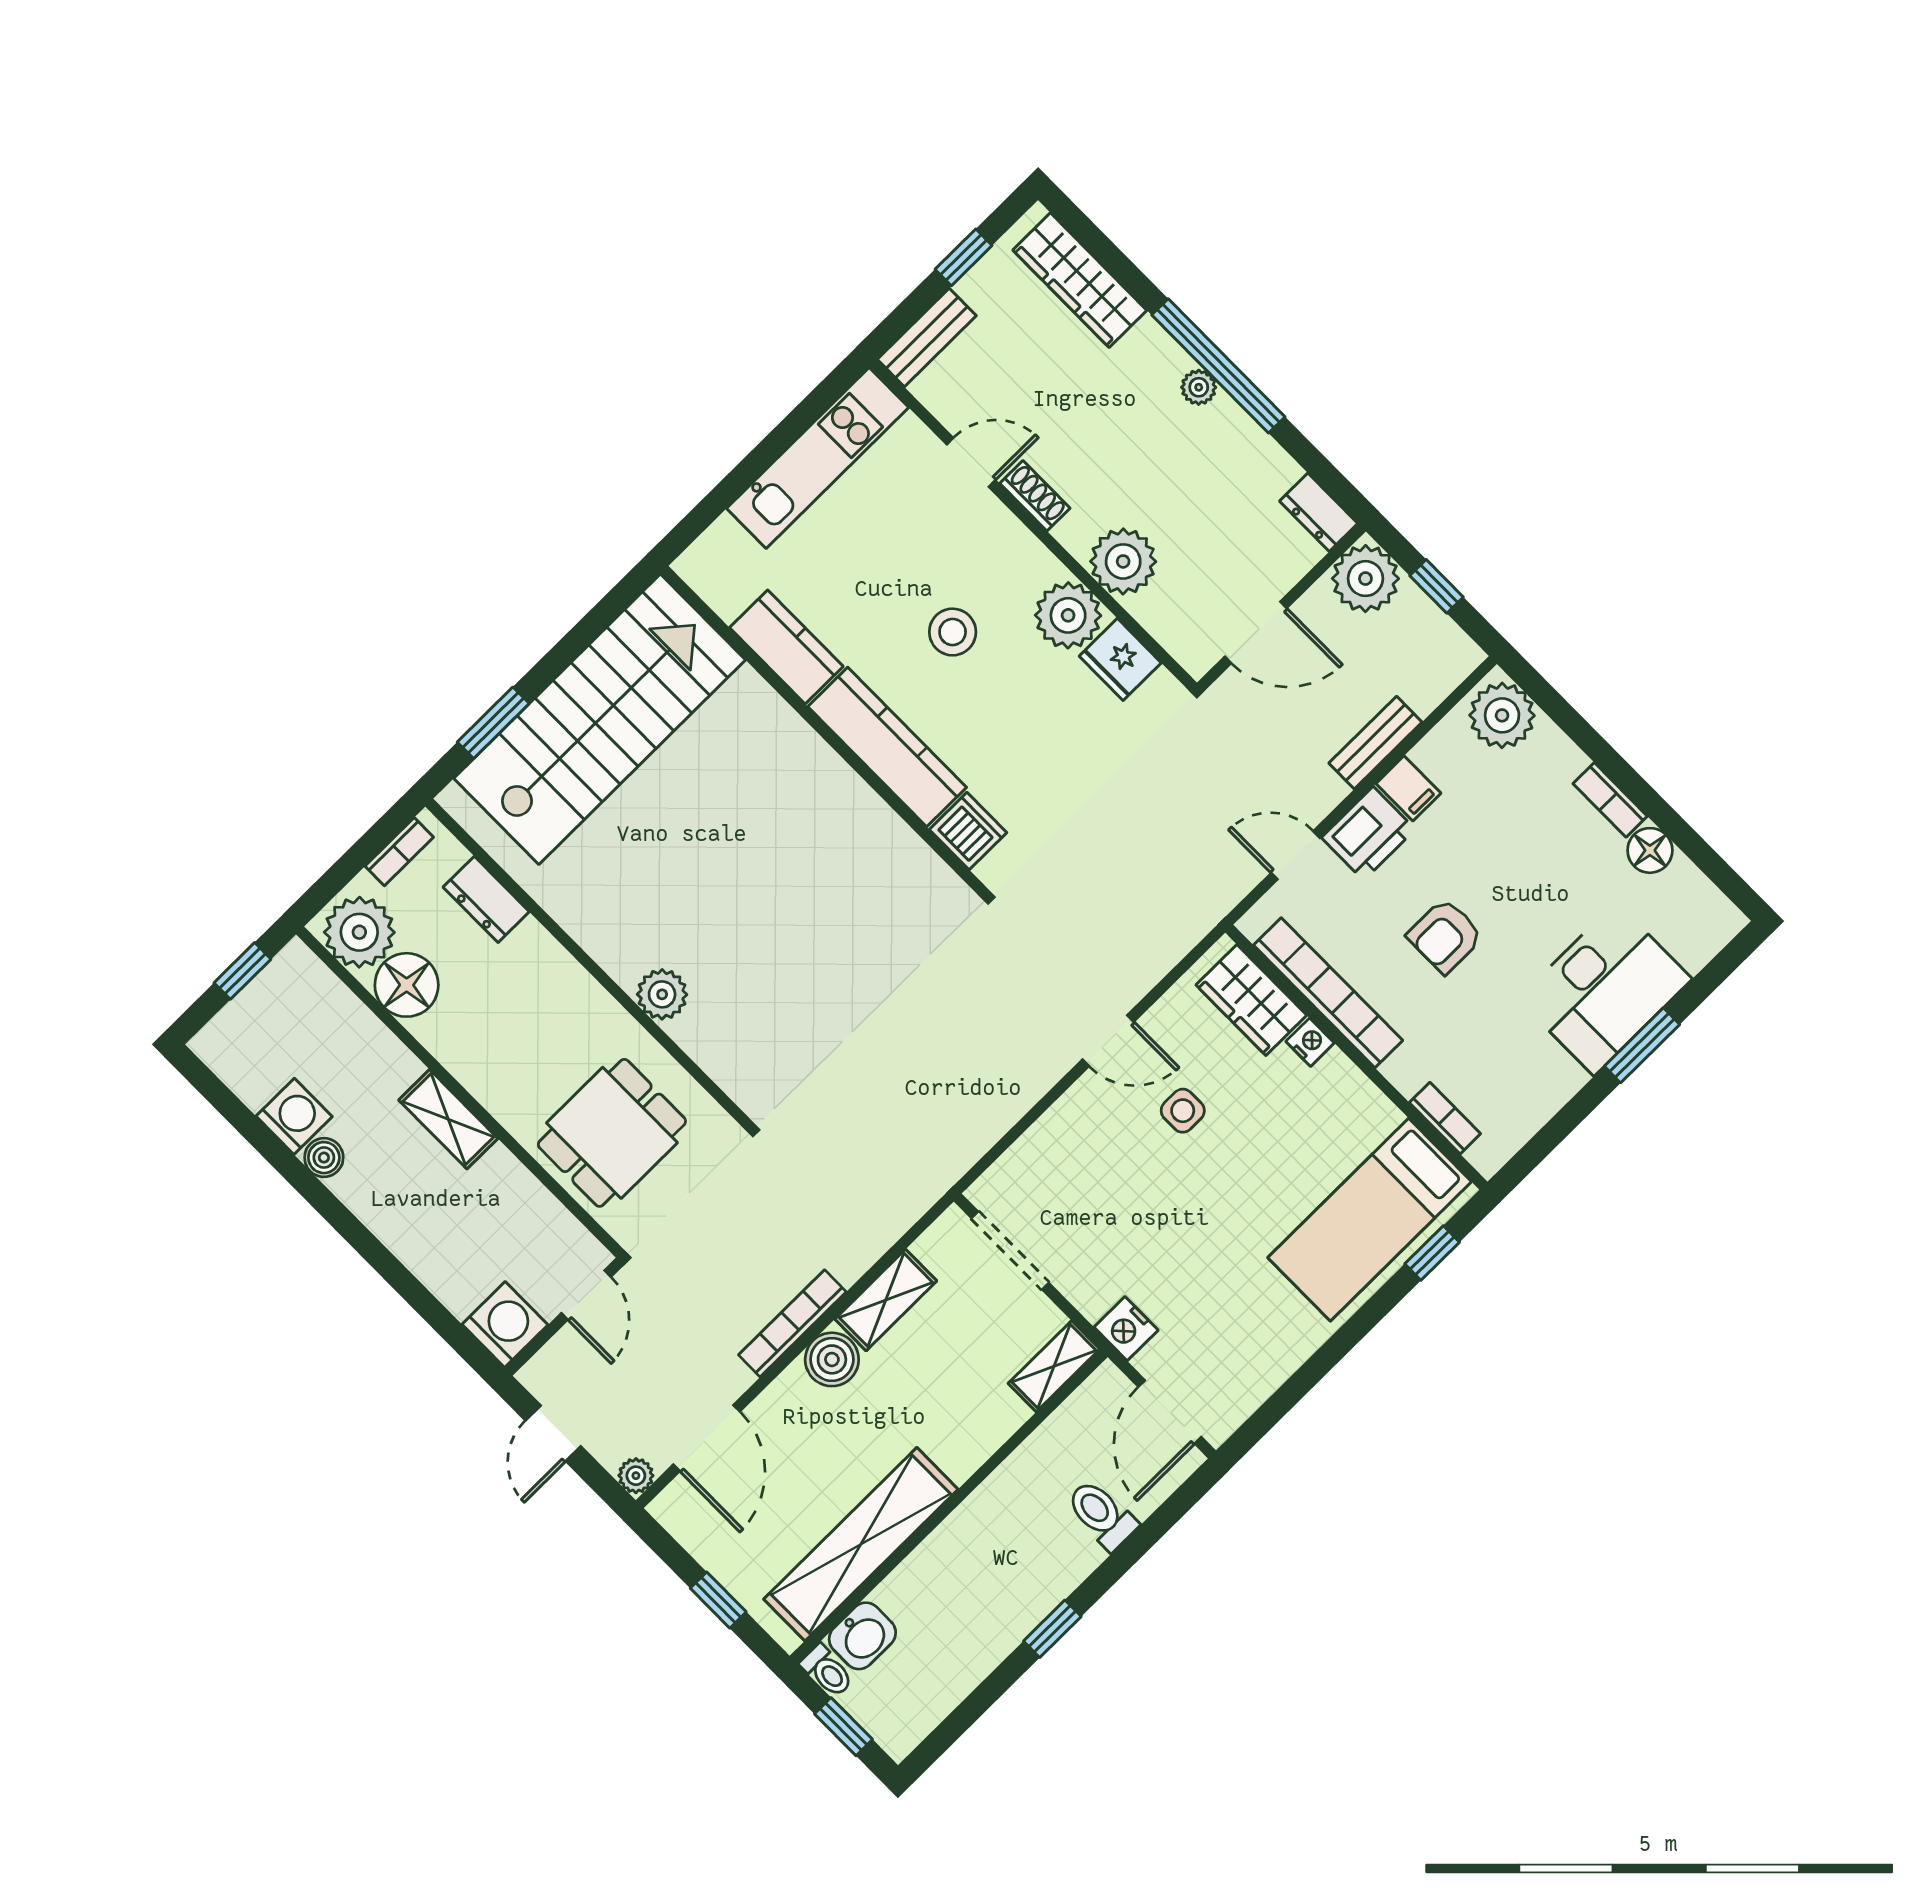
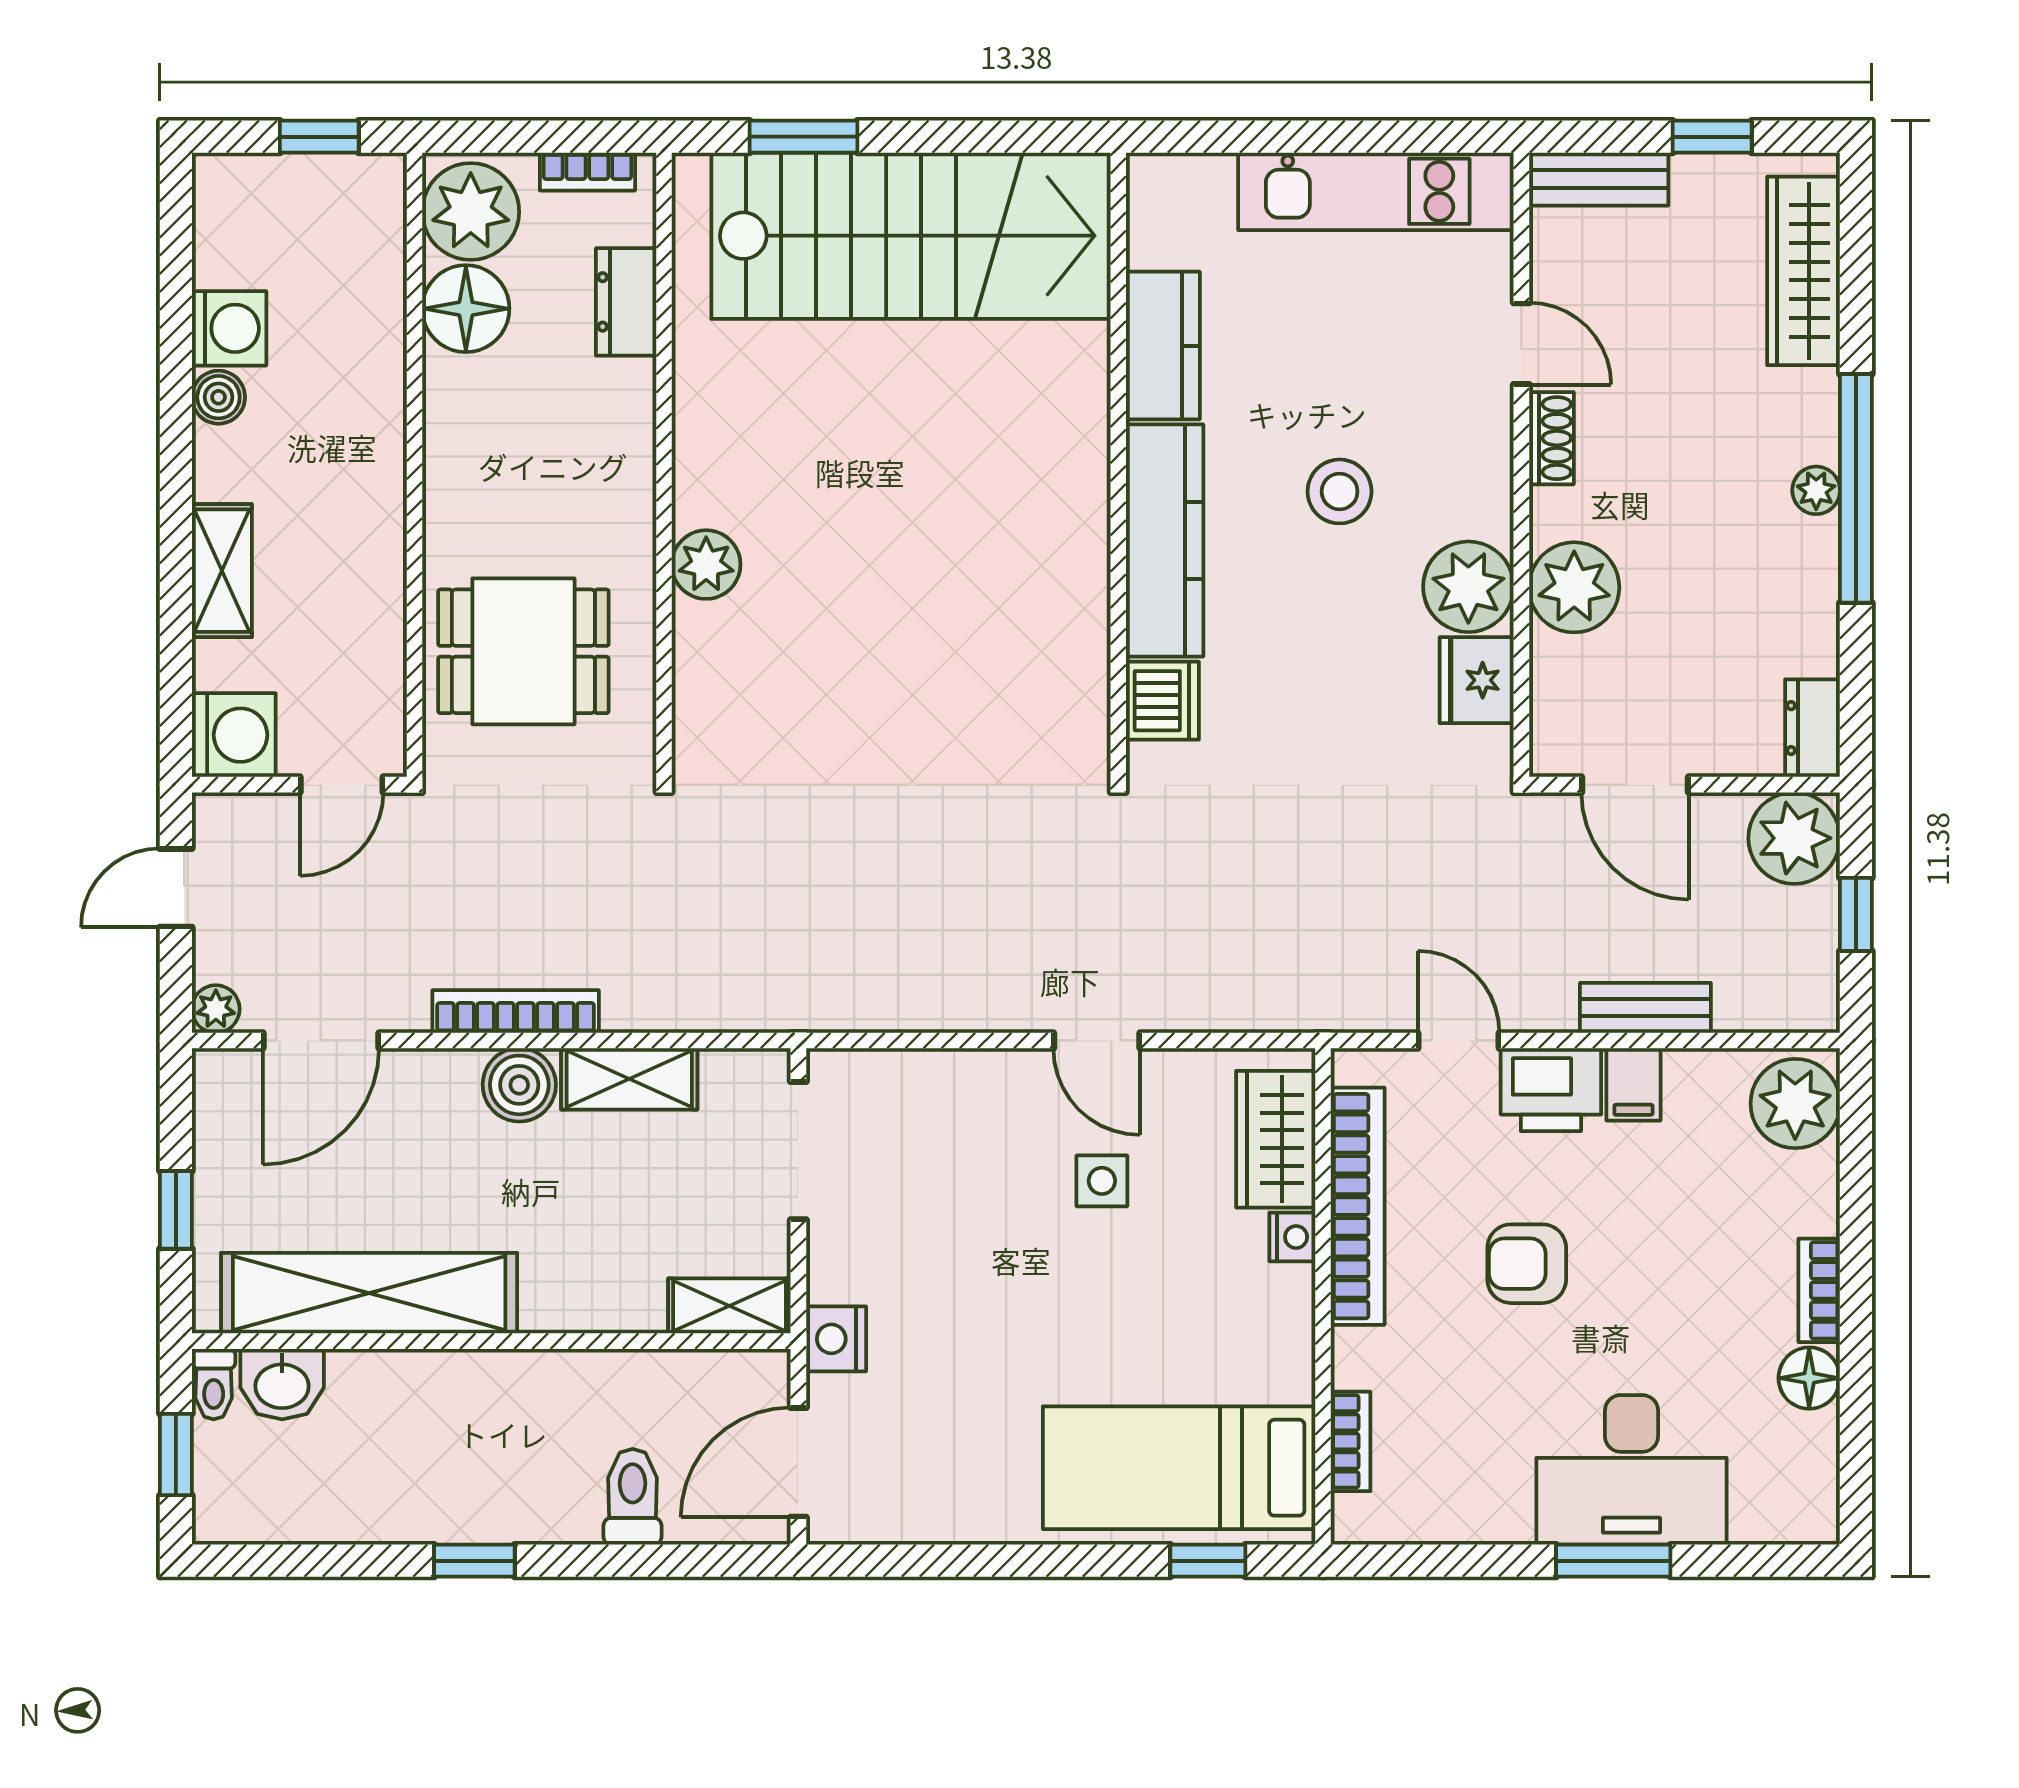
shelving: (448, 1119) -> (222, 571), moved

